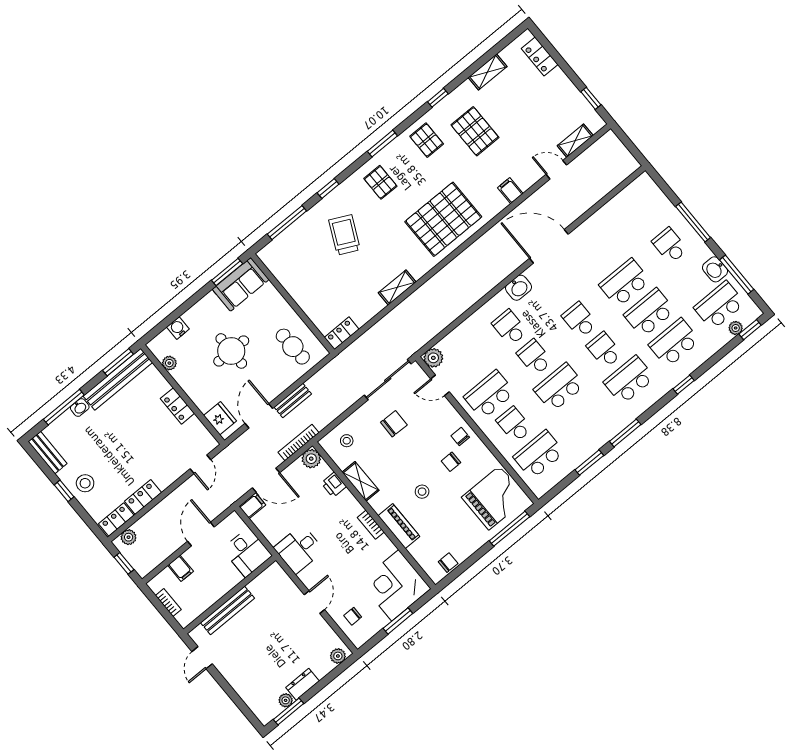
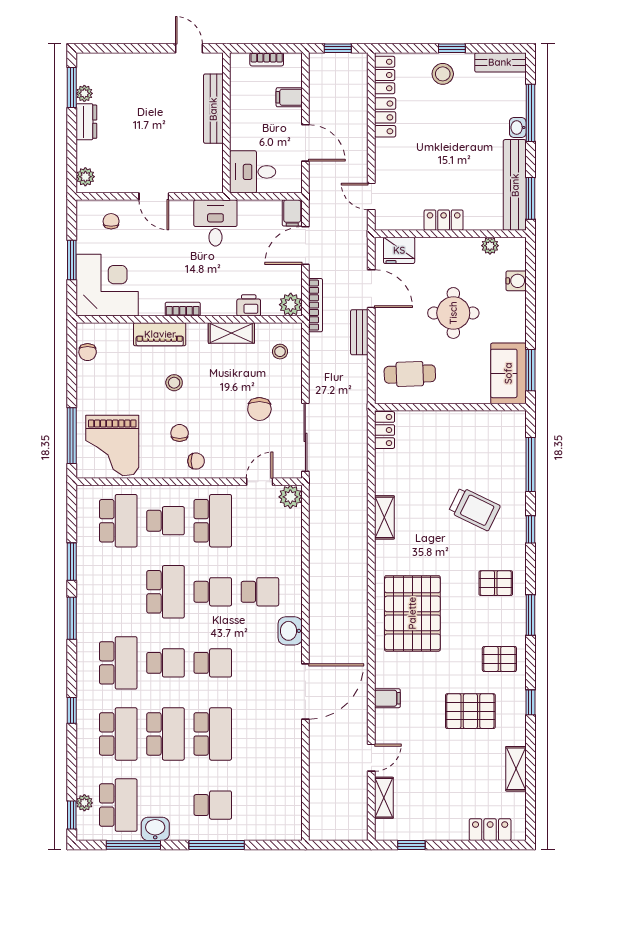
plant: (129, 537) -> (359, 73), removed

